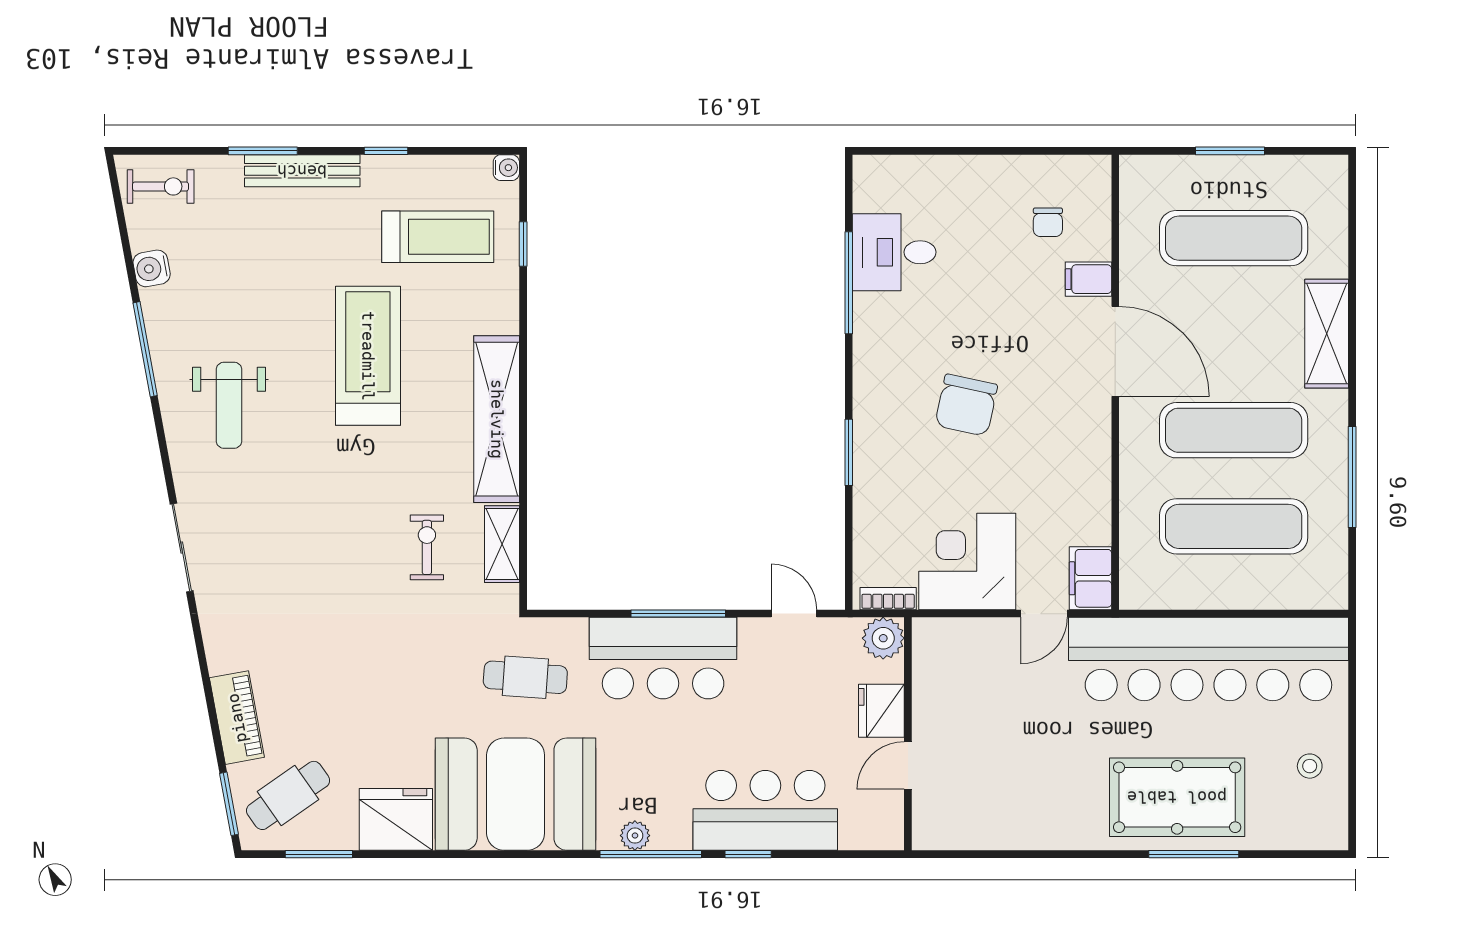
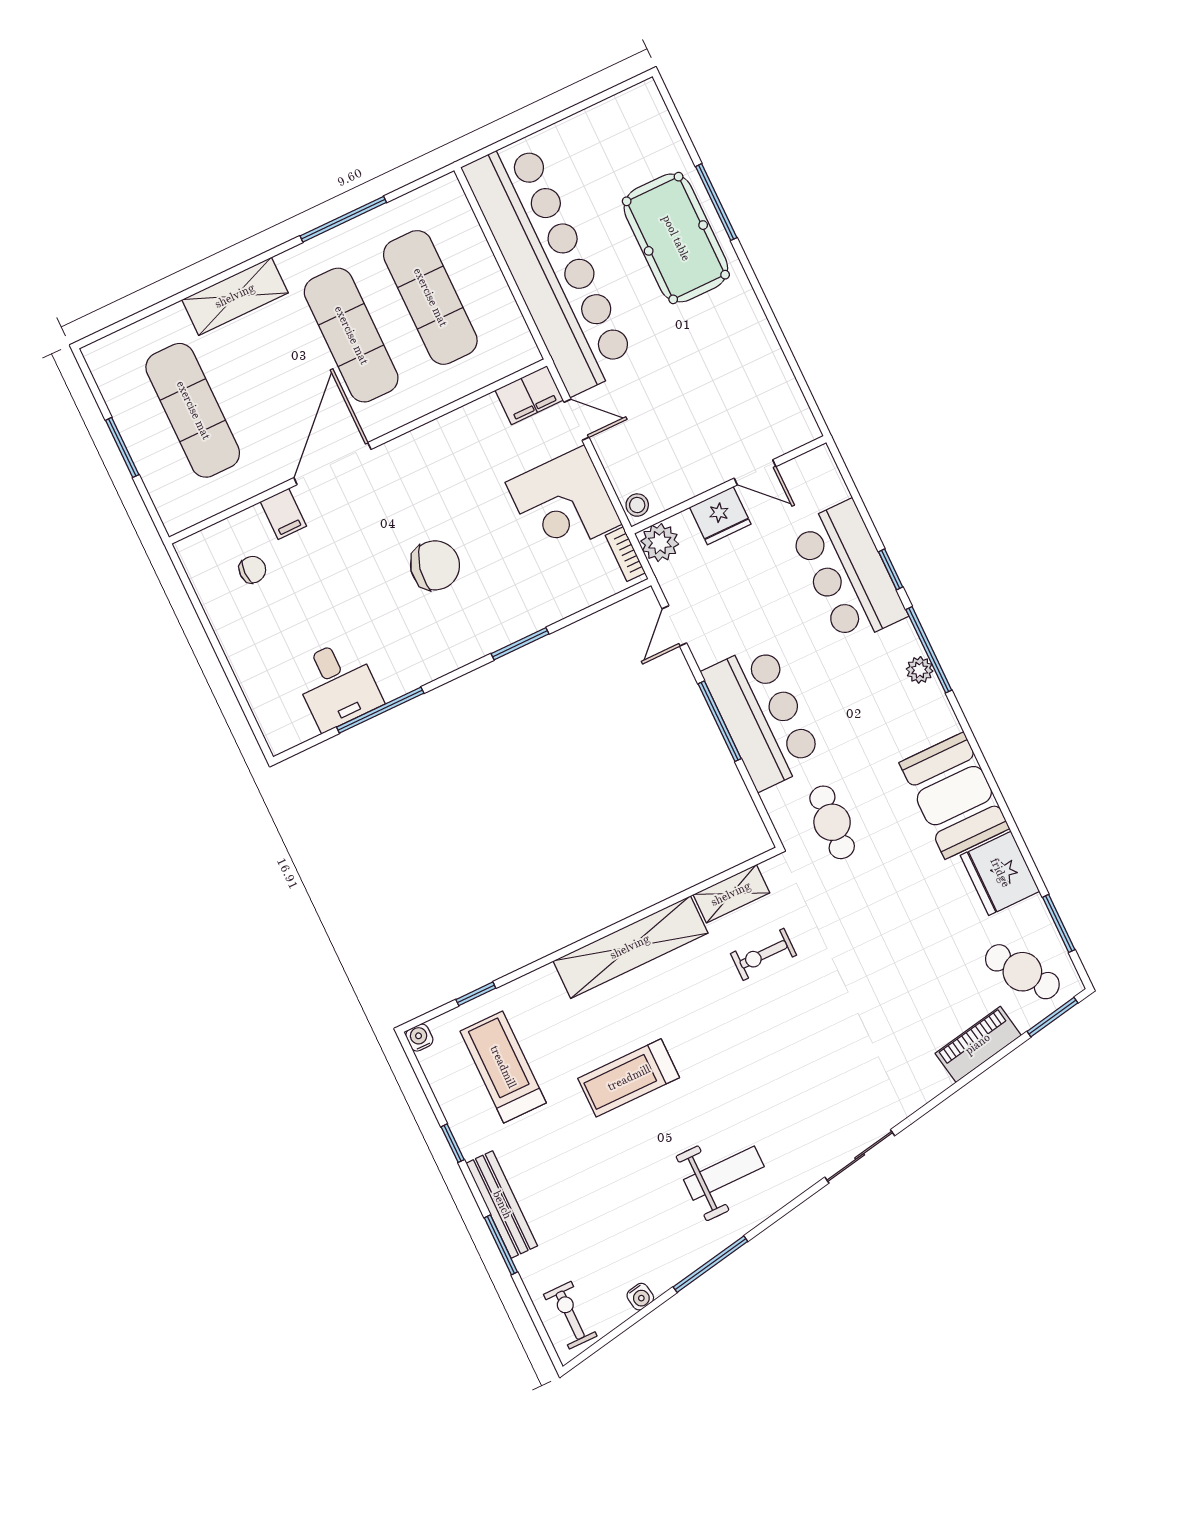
water cooler: (152, 268) -> (640, 1297), width x0.72, depth x0.72
treadmill: (368, 356) -> (629, 1078), width x0.73, depth x0.73
stool: (1310, 766) -> (637, 505), moved
booth: (516, 794) -> (954, 796), width x0.73, depth x0.70

